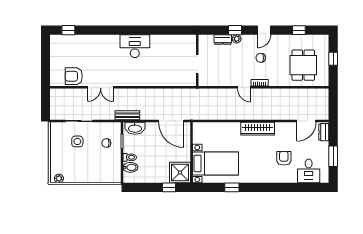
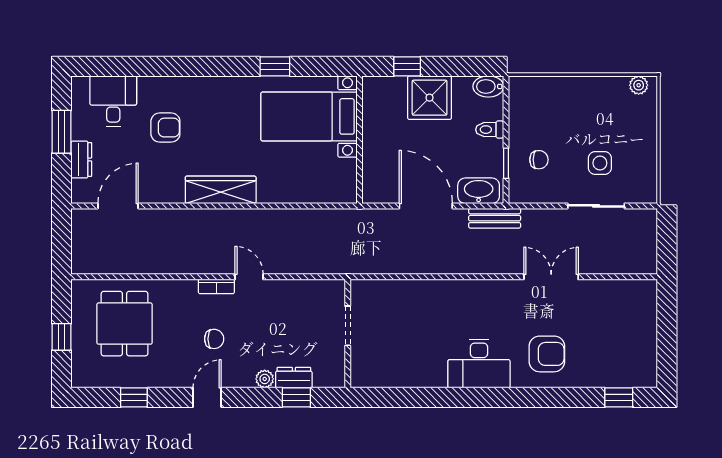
window: (235, 30) -> (296, 397), moved
armchair: (74, 76) -> (547, 354), moved
door: (171, 121) -> (426, 206), moved
dresser: (324, 132) -> (81, 159), moved
armchair: (284, 158) -> (165, 128), turned -90
bidet: (130, 167) -> (488, 86), moved
shower: (180, 173) -> (430, 98), moved

